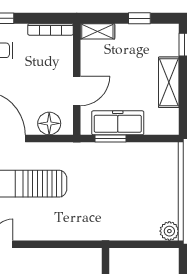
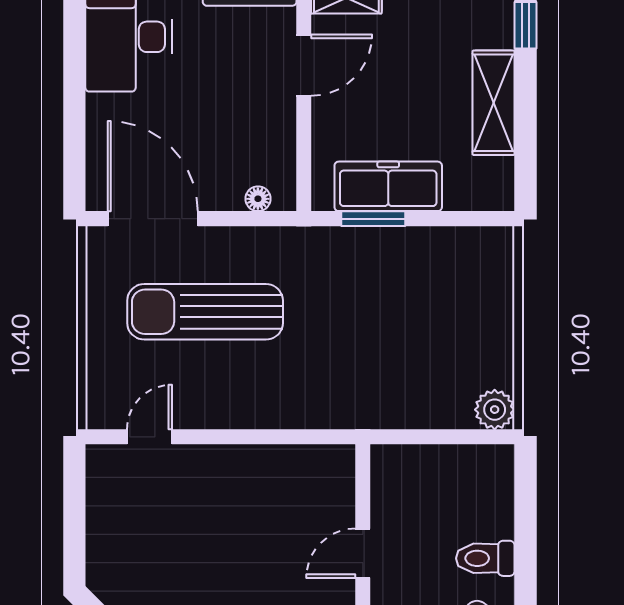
door: (77, 91) -> (304, 65), moved
floor lamp: (49, 123) -> (258, 199), width x0.53, depth x0.53

